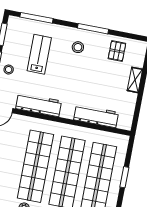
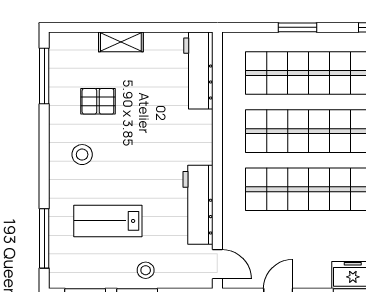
window: (93, 29) -> (44, 76), moved
pallet: (117, 51) -> (98, 101), moved
workbench: (96, 116) -> (198, 70), moved

